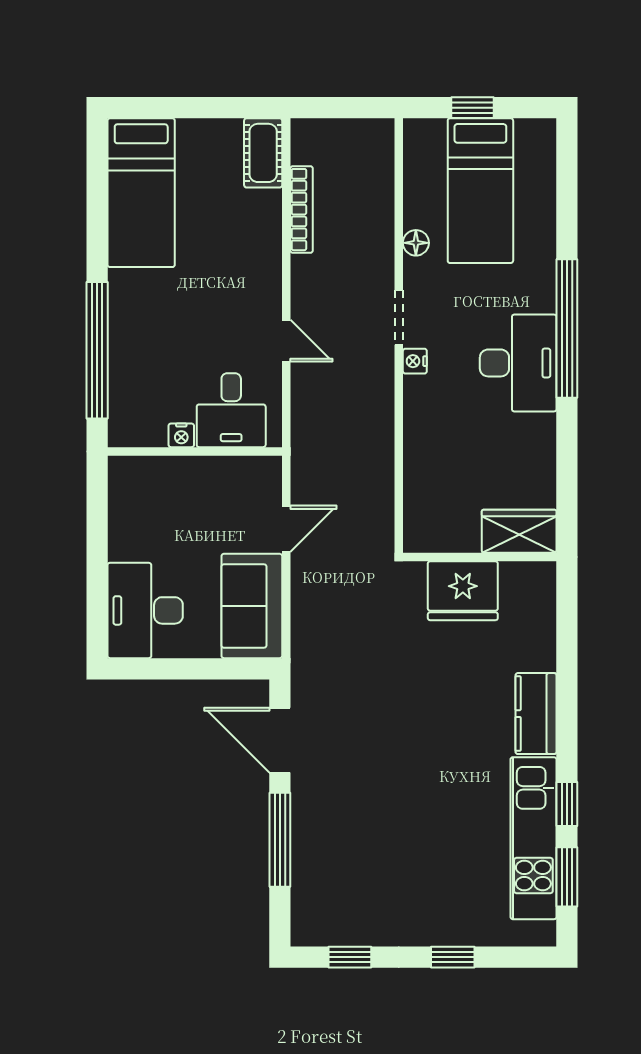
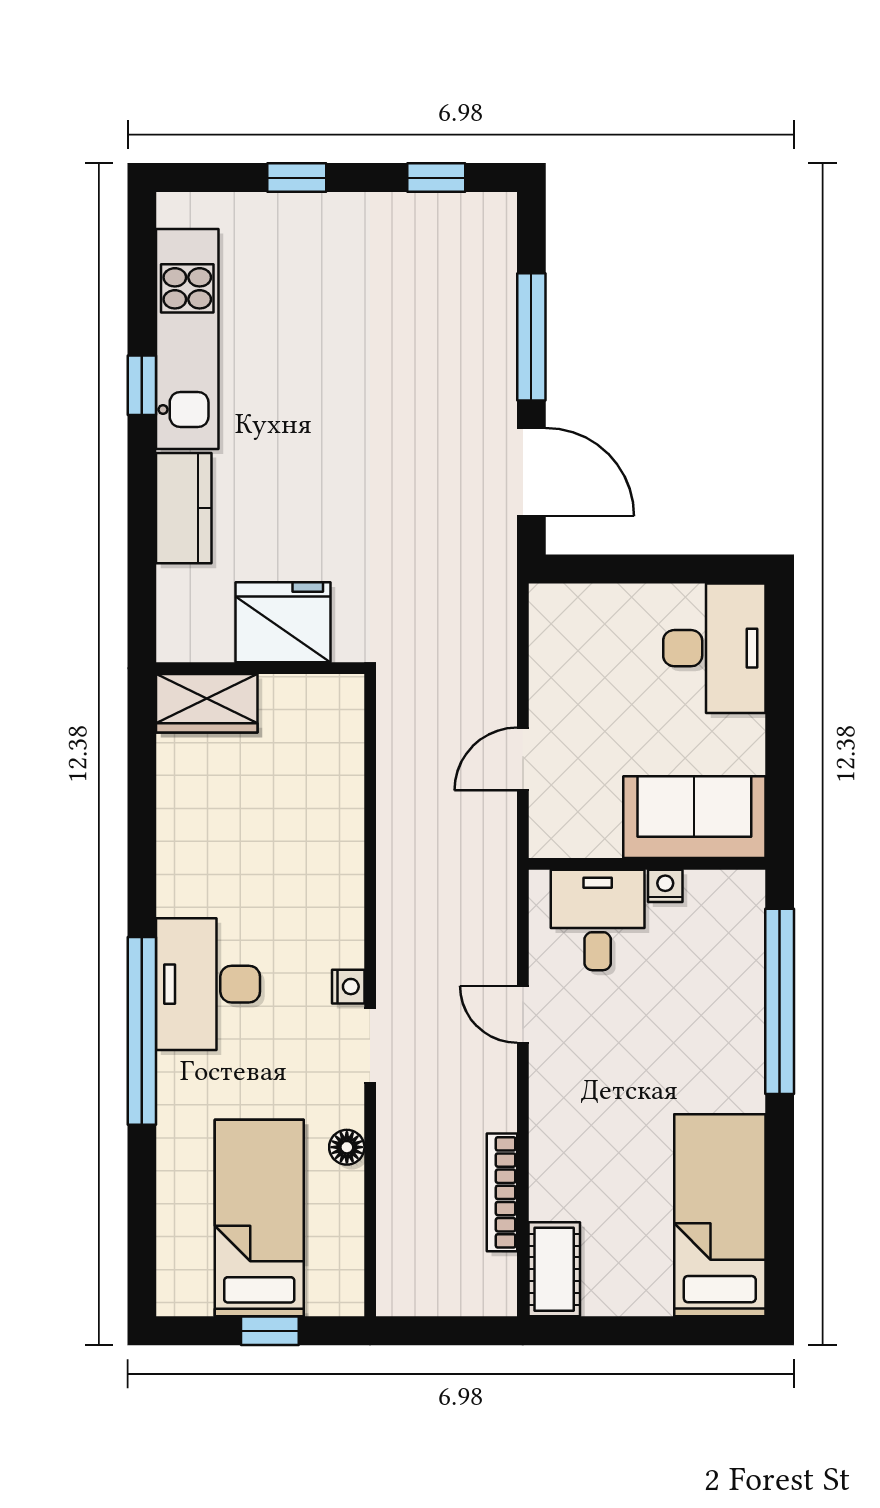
wardrobe: (519, 531) -> (207, 703), moved
wall: (480, 557) -> (260, 668), moved
fridge: (463, 591) -> (283, 622), moved
sofa: (252, 606) -> (694, 817), moved, turned -90
window: (567, 877) -> (142, 286), removed

